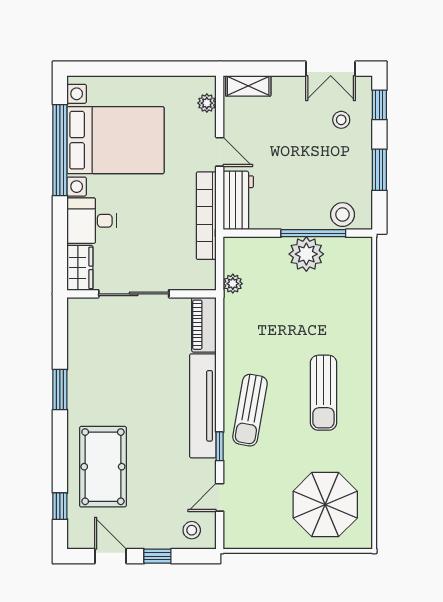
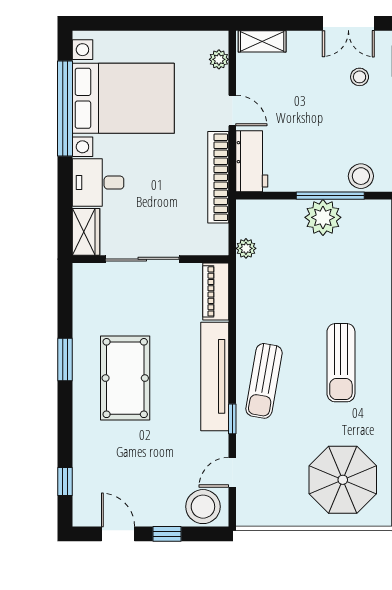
pool table: (103, 467) -> (125, 378), moved
stool: (192, 530) -> (203, 507), width x1.89, depth x1.89

